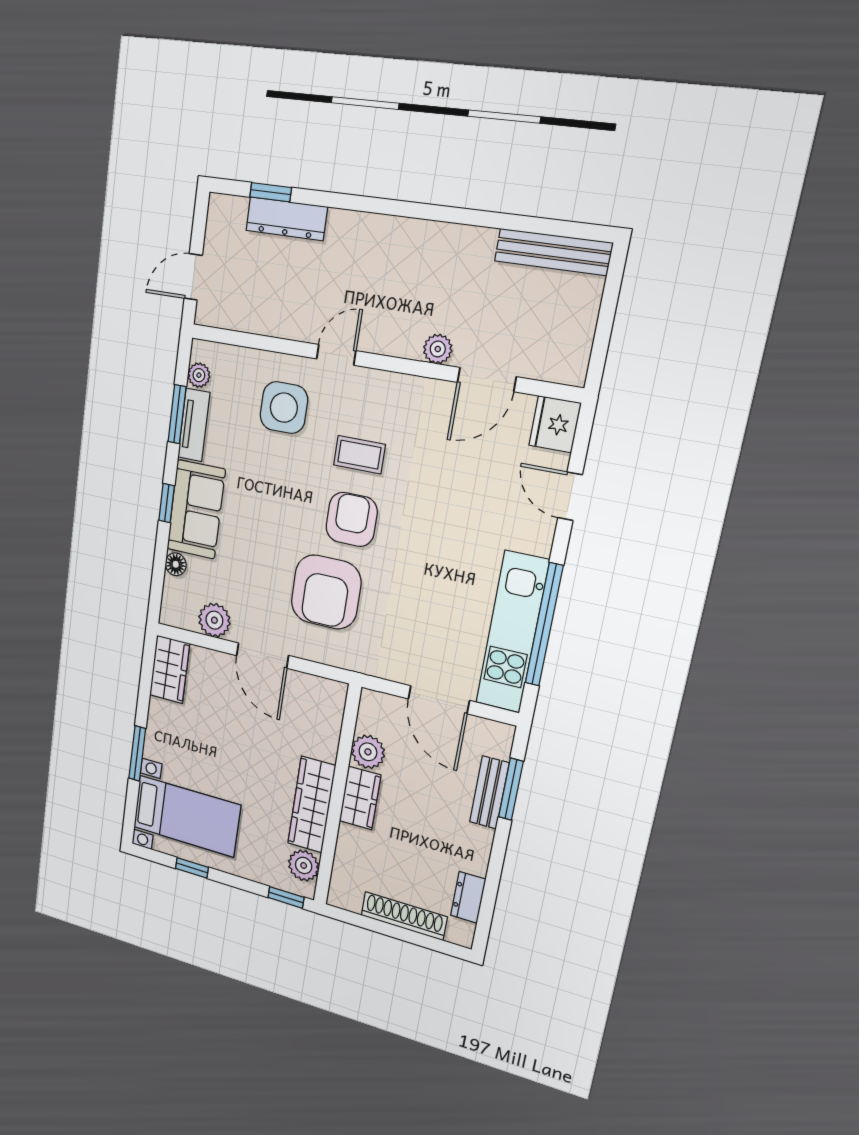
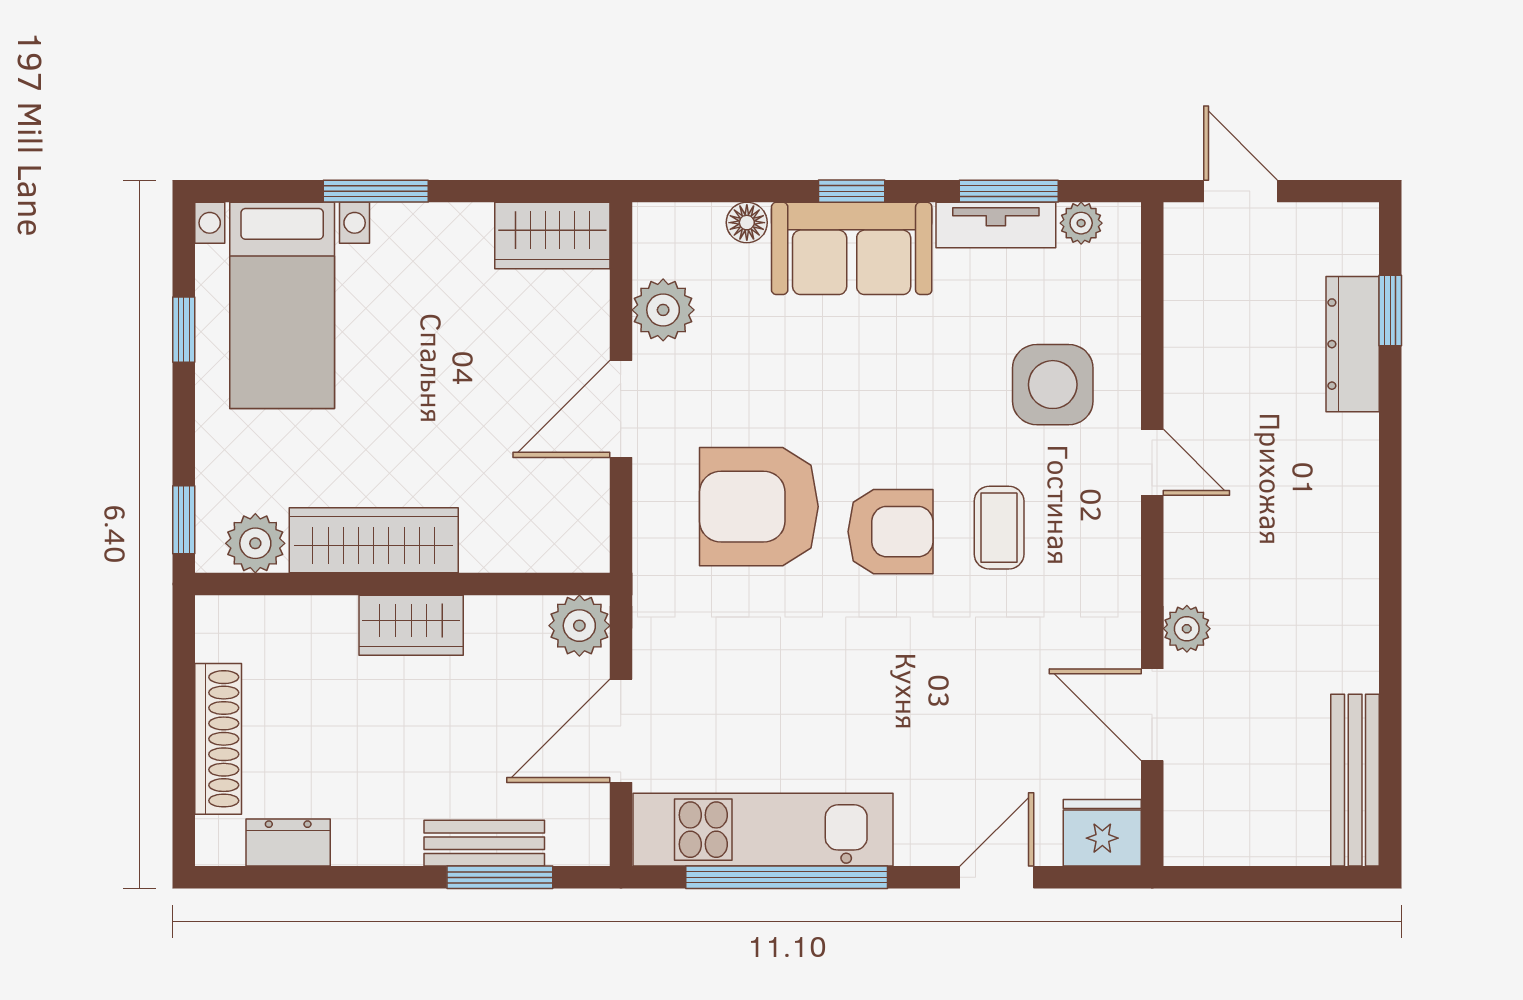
plant: (368, 752) -> (579, 626), moved

